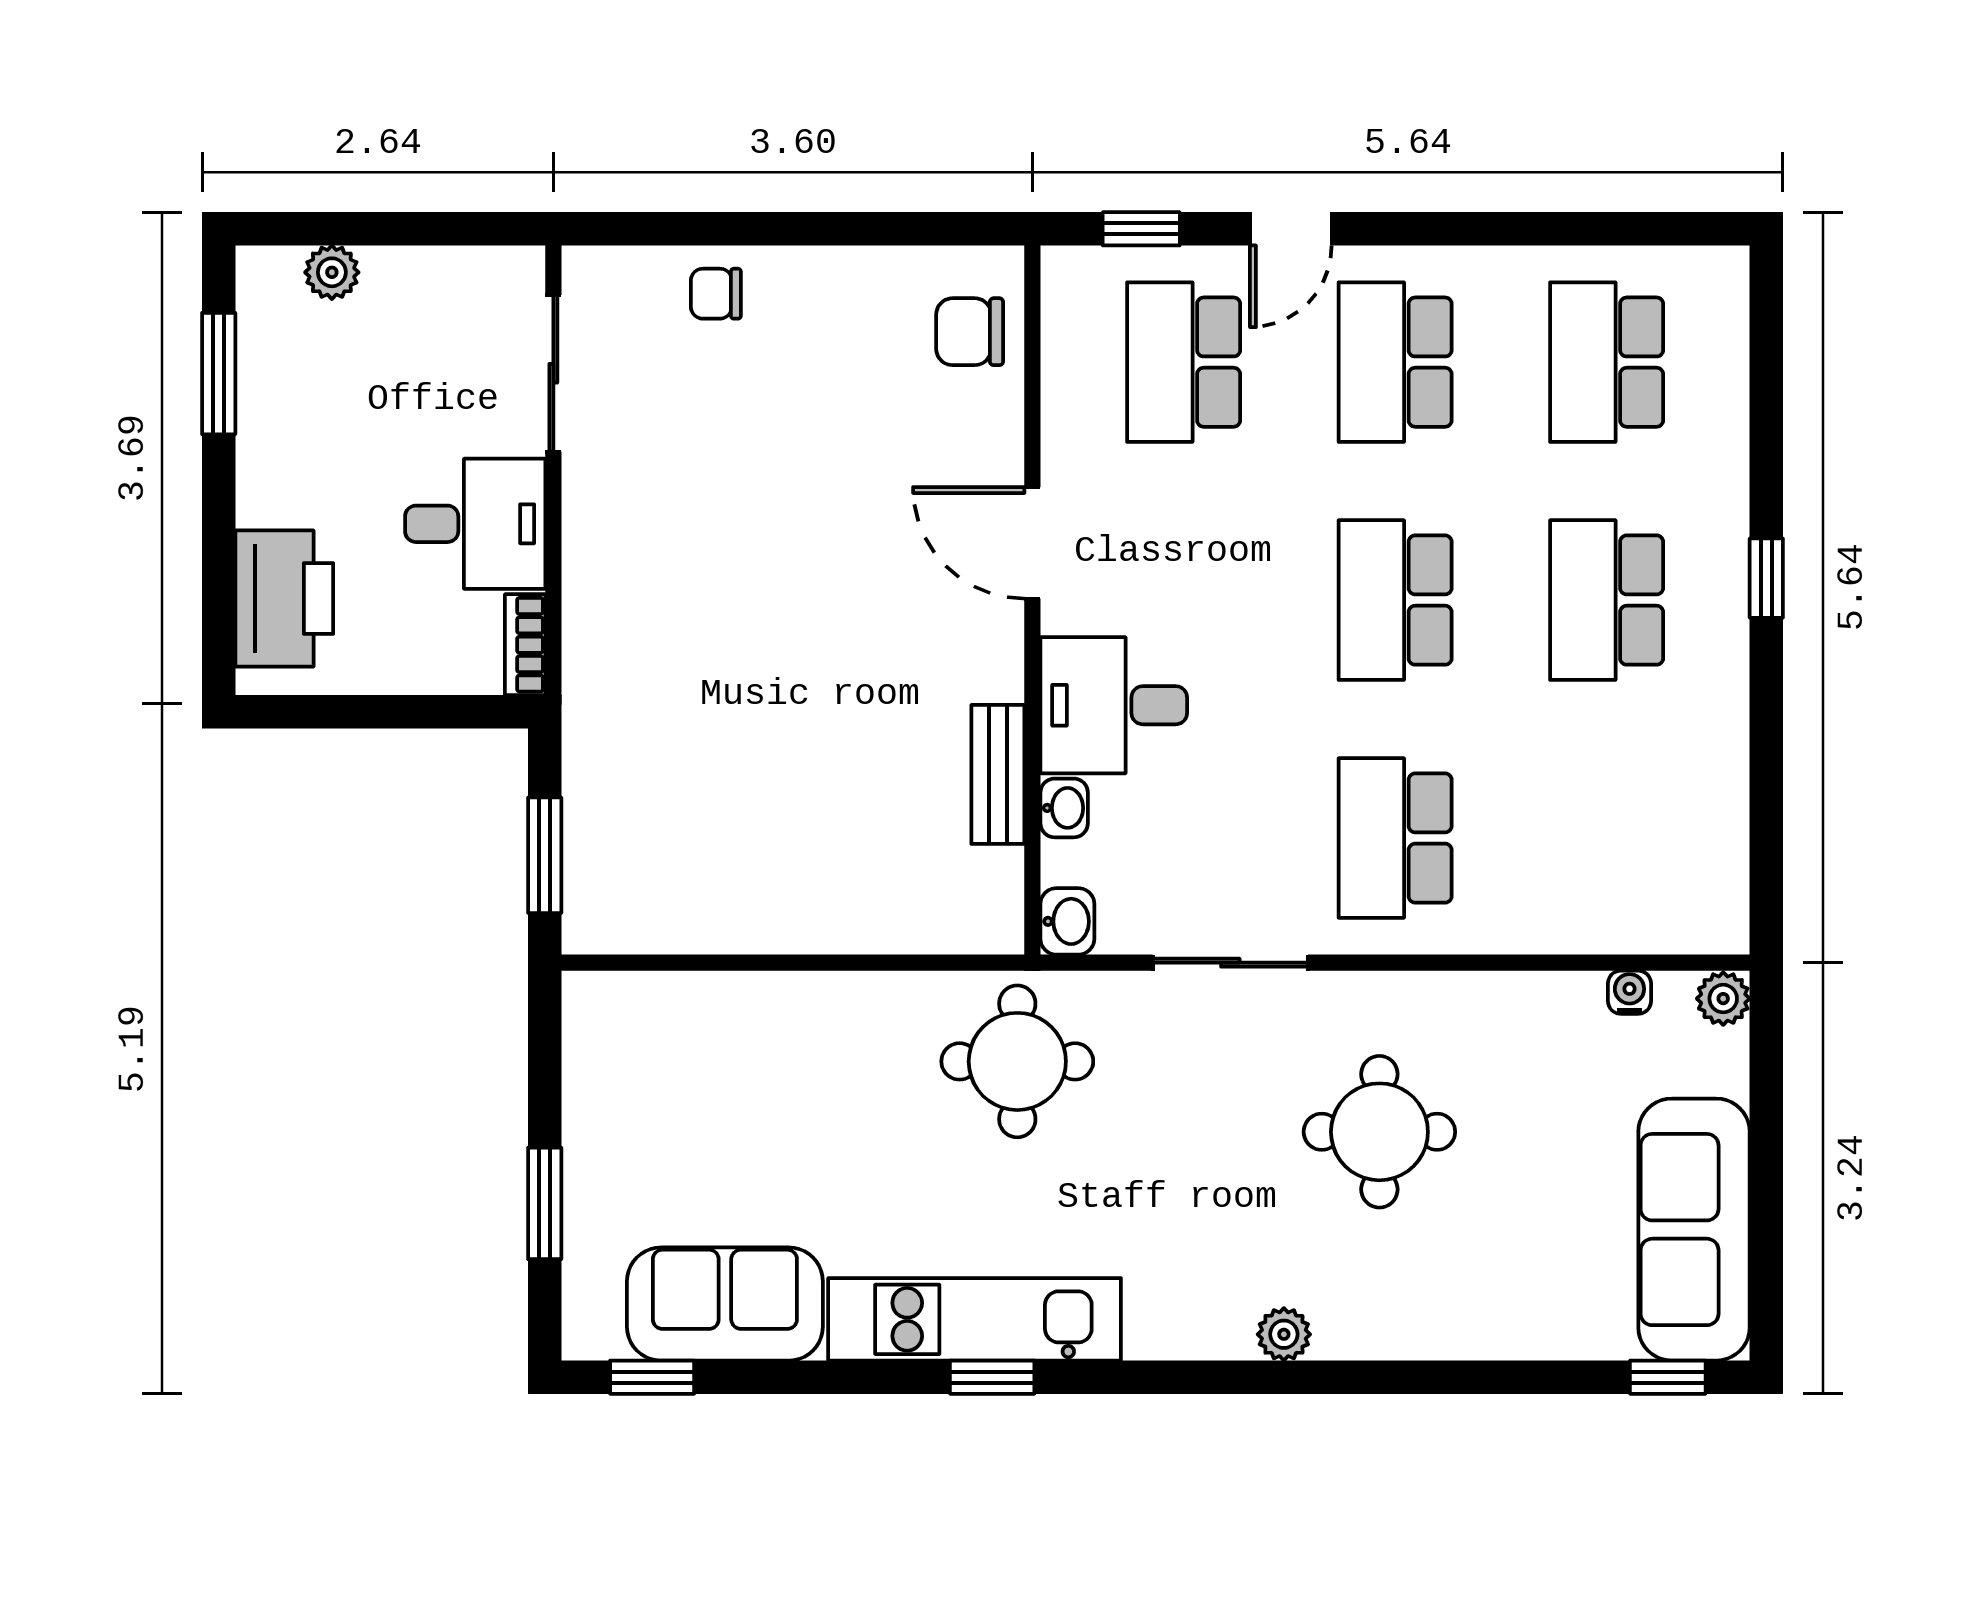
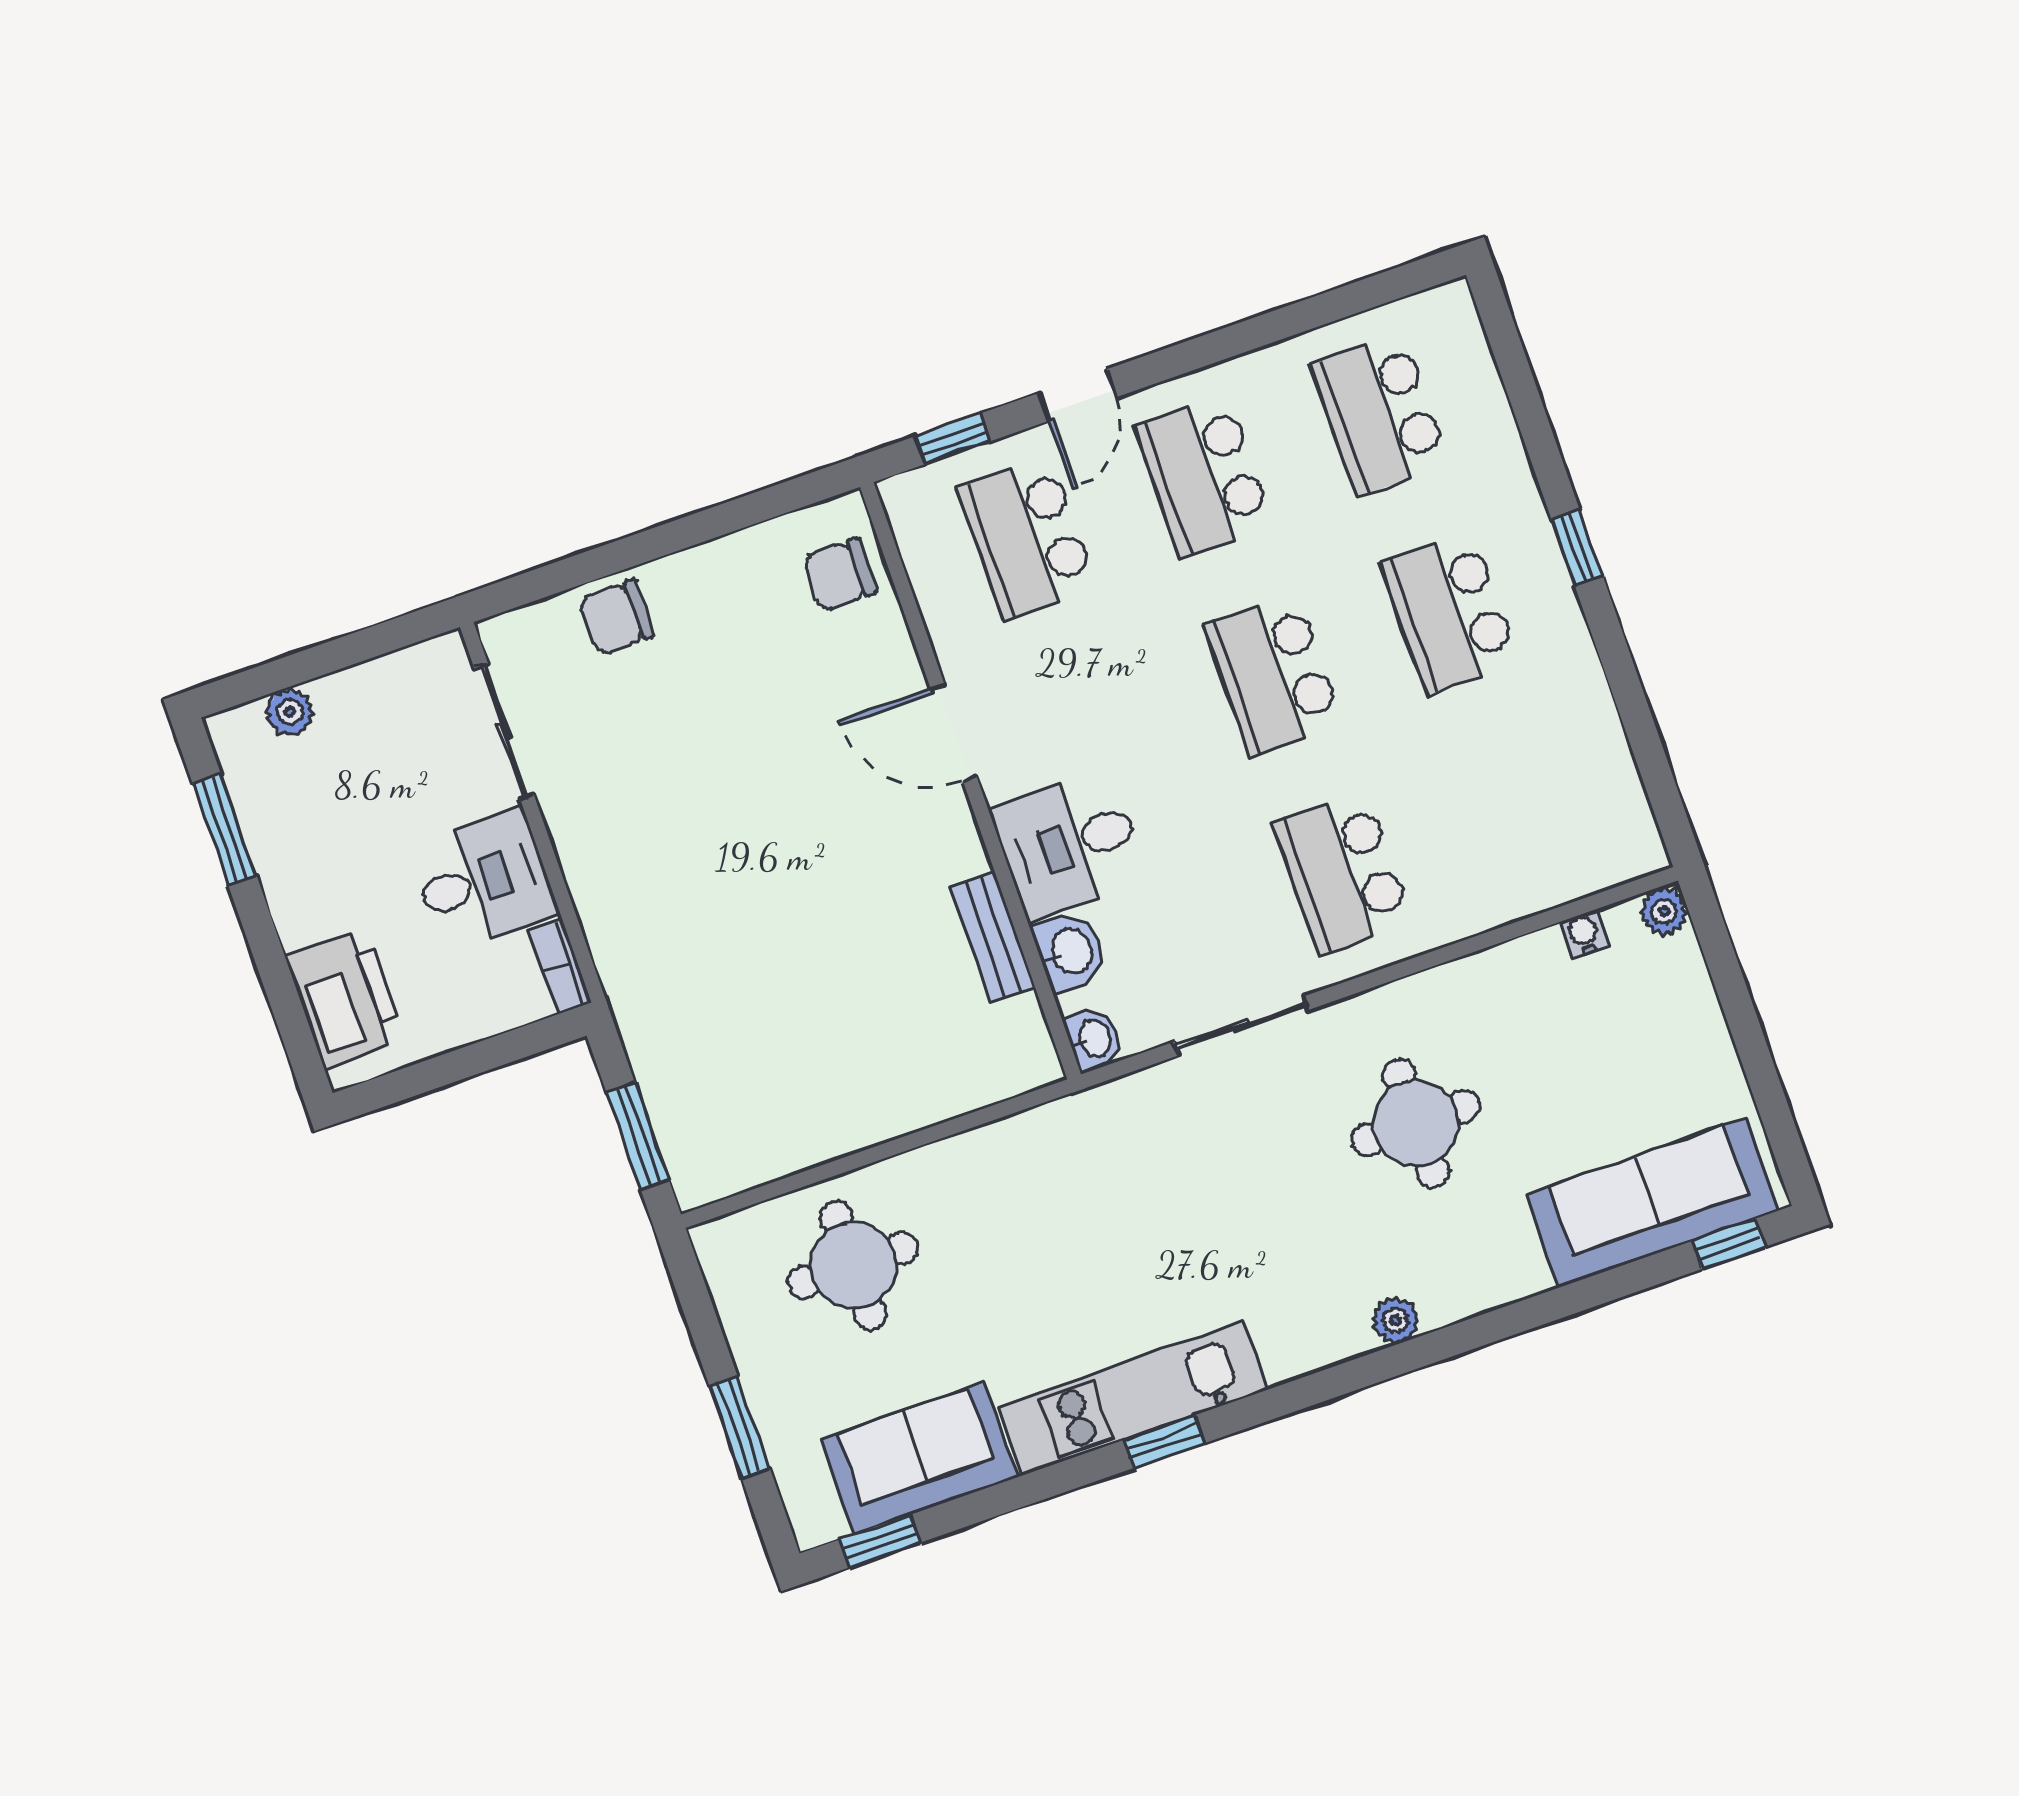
chair: (716, 294) -> (616, 617), width x1.37, depth x1.37
washbasin: (1064, 808) -> (1070, 951), width x1.38, depth x1.45
round table: (1017, 1061) -> (853, 1265), moved
sofa: (1694, 1230) -> (1652, 1203), moved, turned 90

